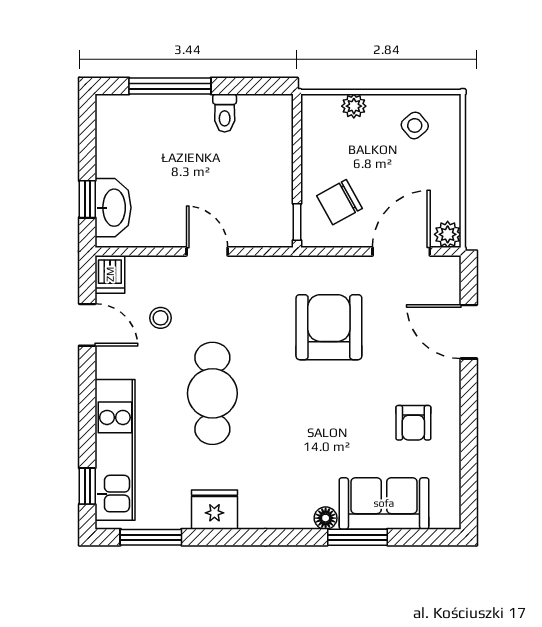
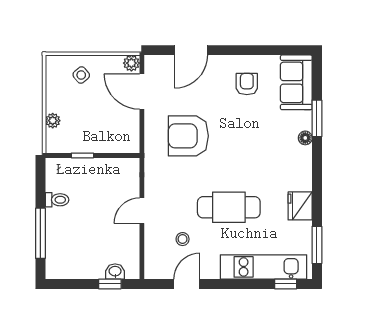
side table: (415, 125) -> (81, 75), moved
chair: (340, 202) -> (112, 129), removed
washbasin: (113, 208) -> (115, 272), width x0.52, depth x0.69
window: (297, 222) -> (82, 155), moved
dishwasher: (110, 274) -> (156, 270), removed
armchair: (413, 423) -> (247, 84), turned -90
sofa: (384, 503) -> (296, 82), moved

